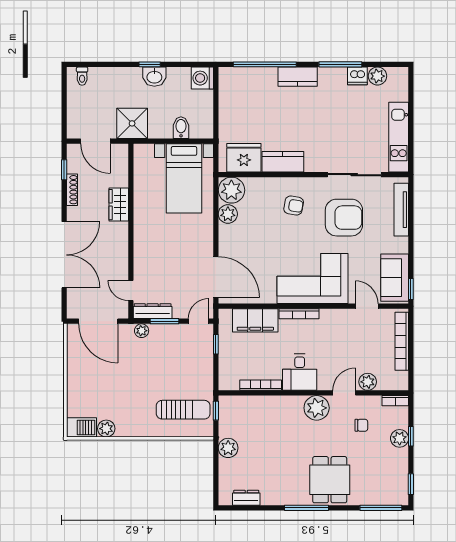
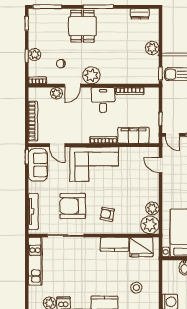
stool: (251, 99) -> (136, 288), added
door: (216, 277) -> (161, 165), width x0.53
door: (199, 321) -> (172, 135), hinge flipped

